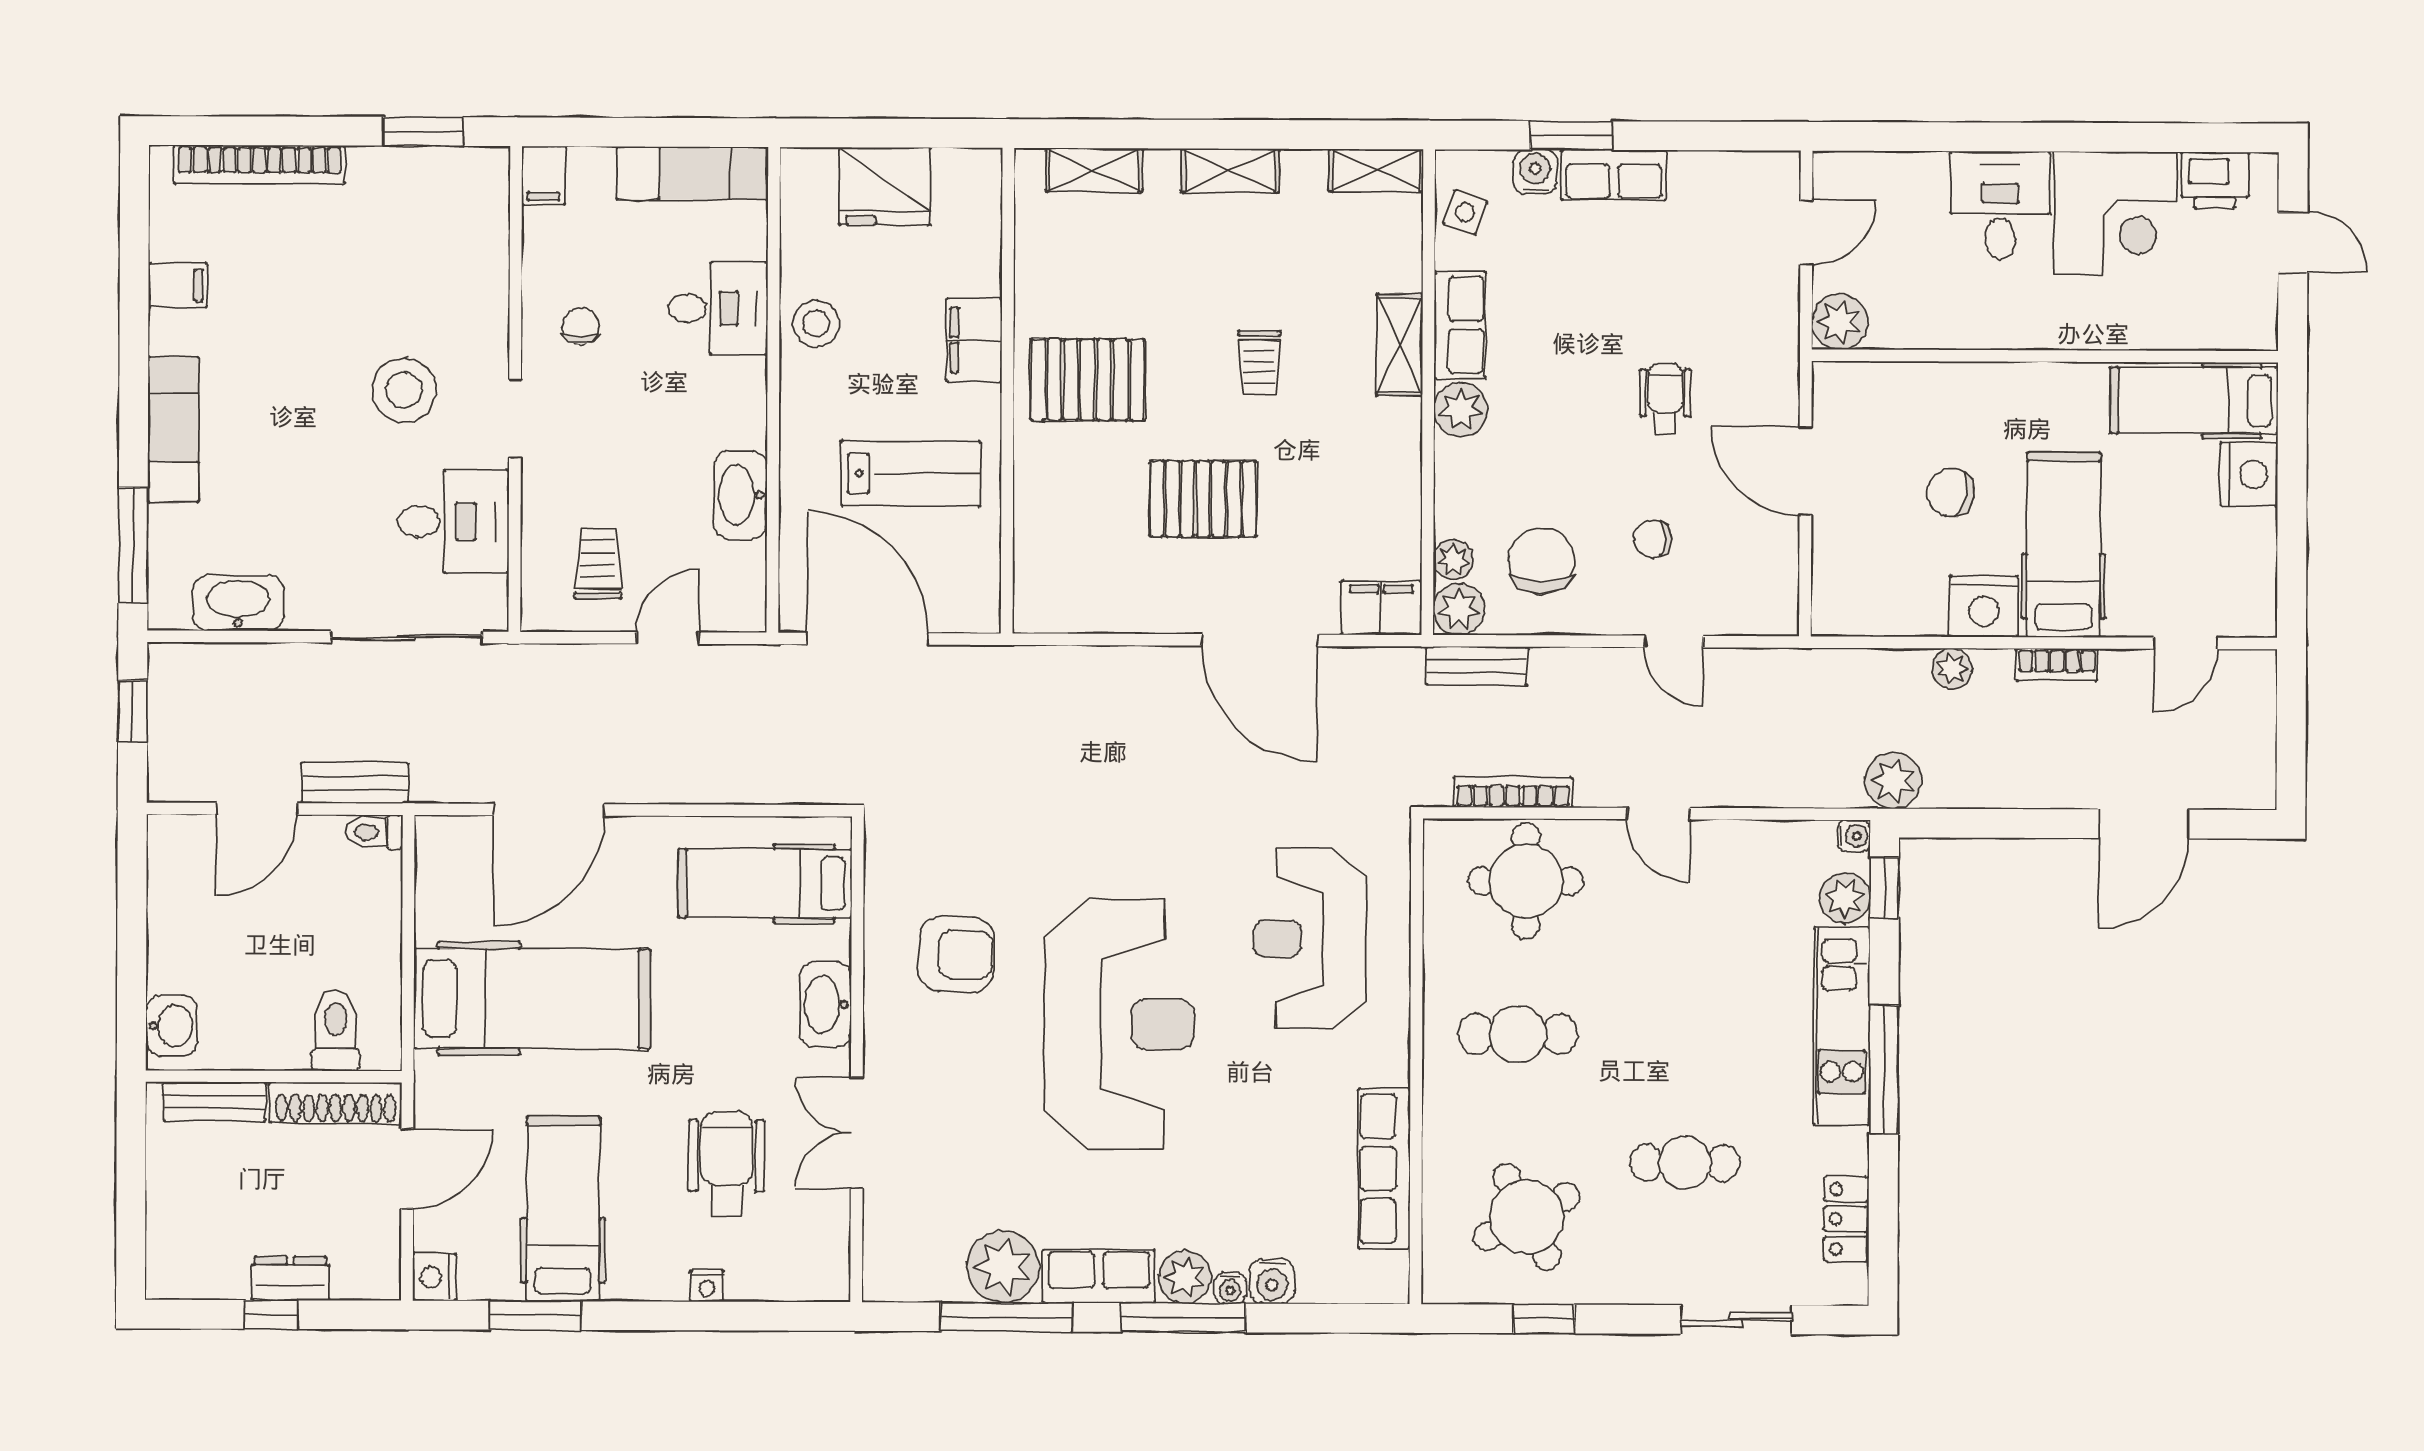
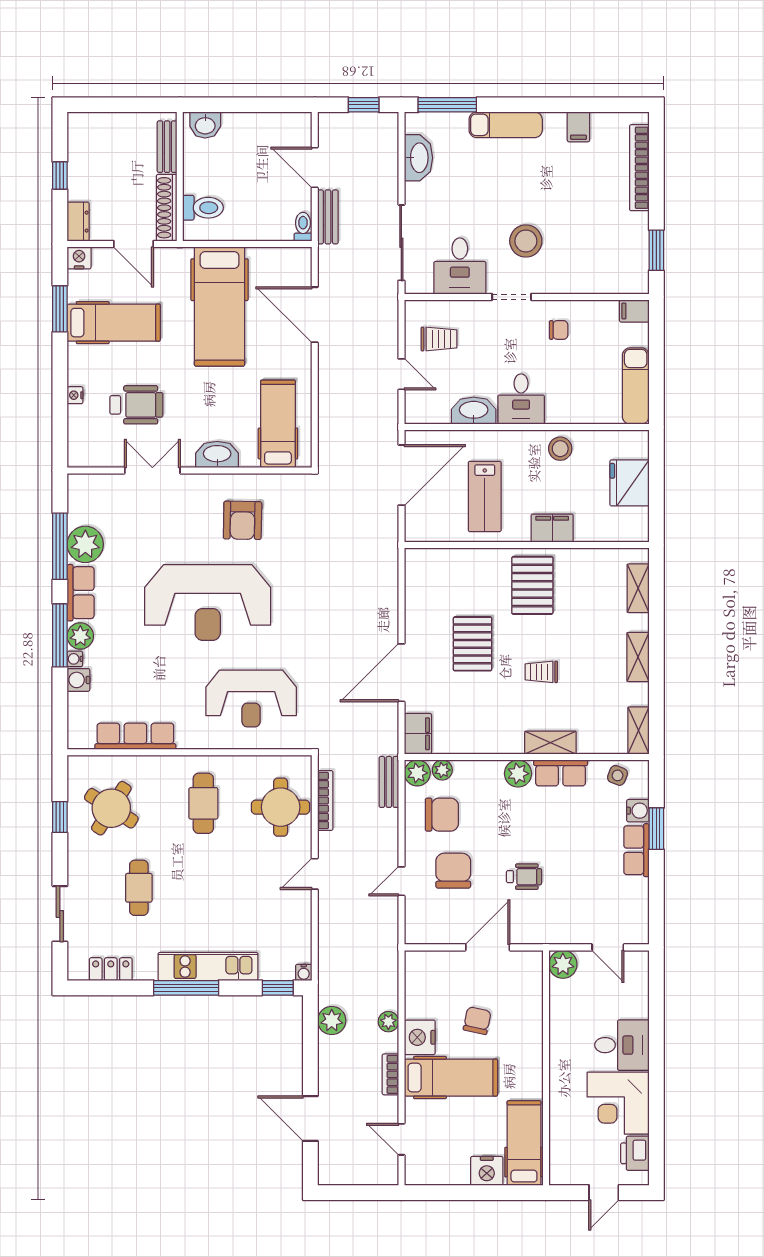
desk: (718, 308) -> (521, 399), moved
chair: (1653, 539) -> (453, 871), width x1.87, depth x1.87
plant: (1893, 781) -> (332, 1021), moved
plant: (1845, 898) -> (273, 968), removed
reception desk: (1310, 939) -> (251, 698), turned 180
round table: (1527, 1217) -> (111, 808), turned -31
dresser: (290, 1278) -> (78, 222), moved

